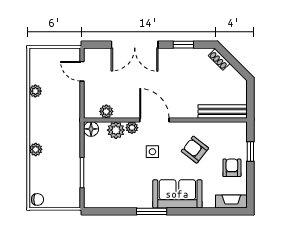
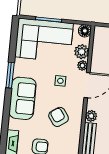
plant: (106, 111) -> (91, 116), moved
armchair: (195, 150) -> (59, 117), turned -73
corner sofa: (107, 176) -> (44, 40), added

